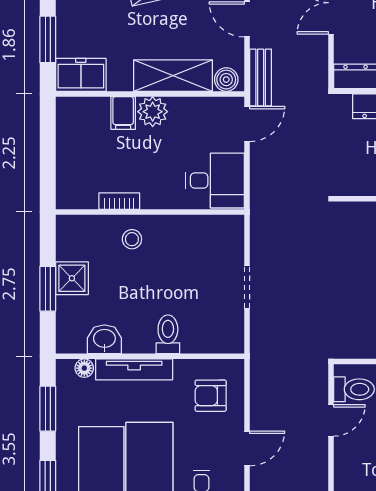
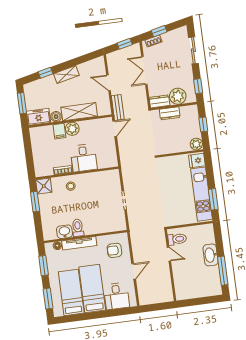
boiler: (226, 80) -> (56, 117), moved
desk: (215, 181) -> (84, 158), moved, turned 90
shower: (72, 278) -> (44, 186), moved
window: (48, 289) -> (35, 202), moved
toilet: (168, 334) -> (78, 228), moved
door: (331, 420) -> (169, 254), hinge flipped

